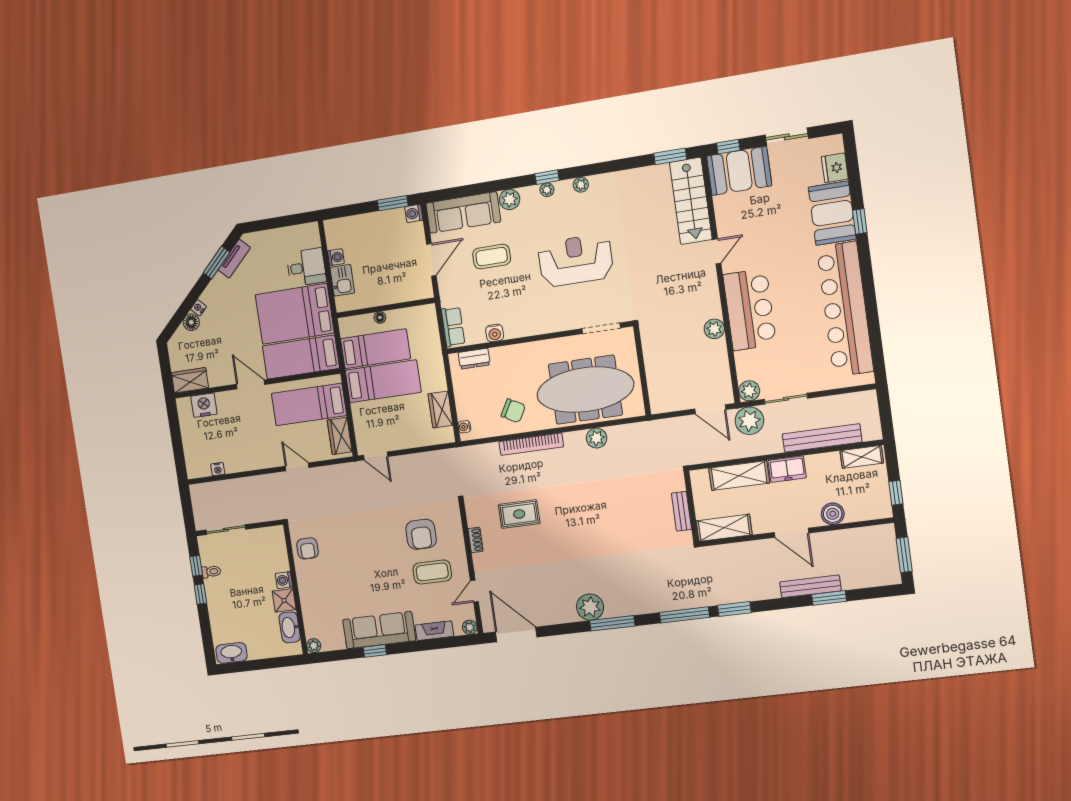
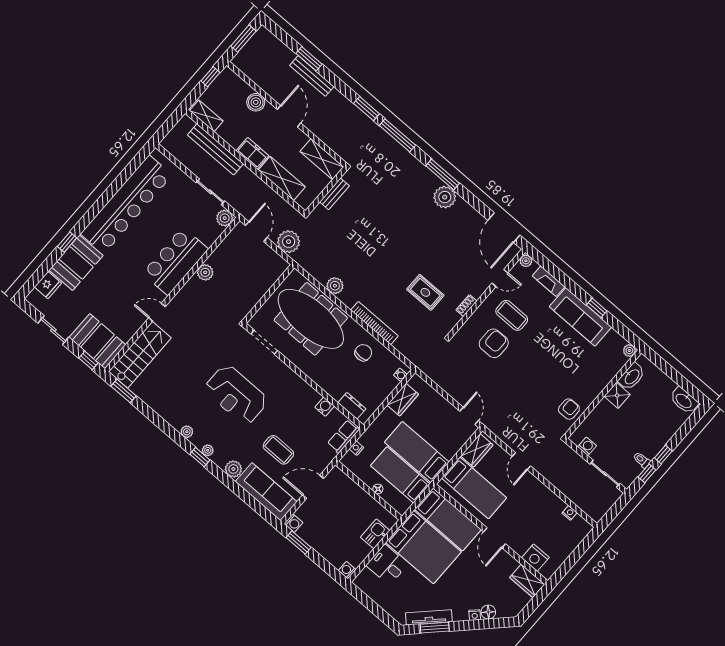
washing machine: (336, 257) -> (347, 570), moved
tv unit: (234, 259) -> (429, 617), width x1.41
nightstand: (433, 330) -> (356, 448), added
chair: (513, 411) -> (363, 353), turned 61
plant: (749, 421) -> (289, 242), moved
washing machine: (284, 580) -> (587, 446), moved, turned -90

